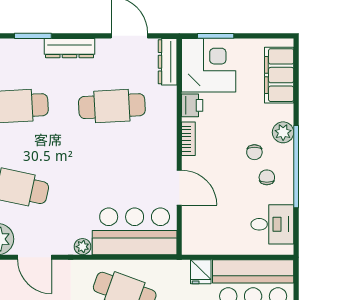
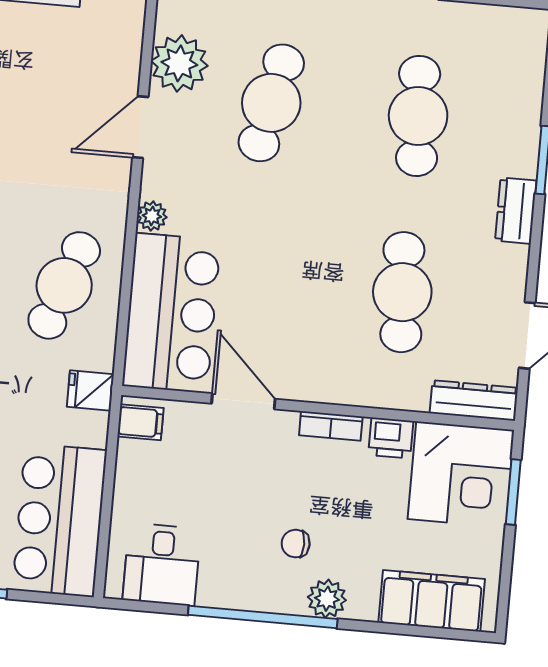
dresser: (70, 48) -> (516, 211), width x0.70
chair: (267, 177) -> (248, 562), removed
door: (179, 188) -> (243, 401), swing flipped
filing cabinet: (196, 243) -> (140, 422), added
fridge: (201, 272) -> (90, 391), moved

